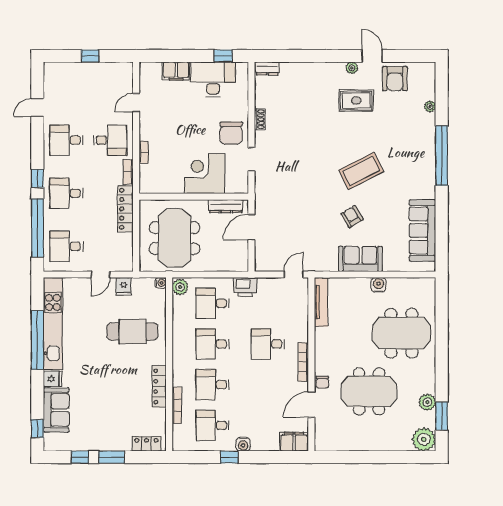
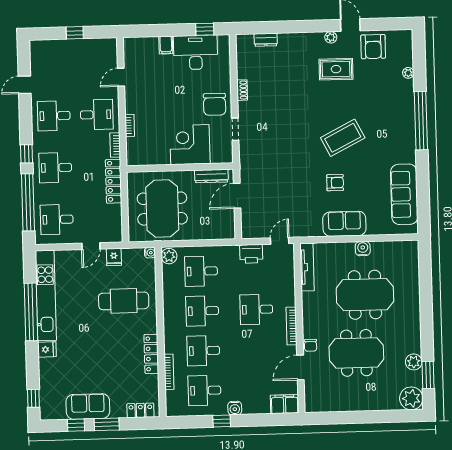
dresser: (267, 68) -> (266, 40), moved
filing cabinet: (176, 71) -> (166, 45), width x0.50
armchair: (352, 217) -> (335, 183), turned 121
printer: (245, 287) -> (251, 254), moved
meeting table: (401, 333) -> (365, 295), moved
sofa: (56, 410) -> (88, 406), moved, turned -90

